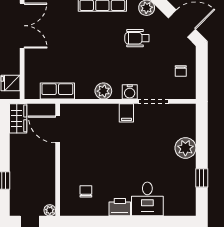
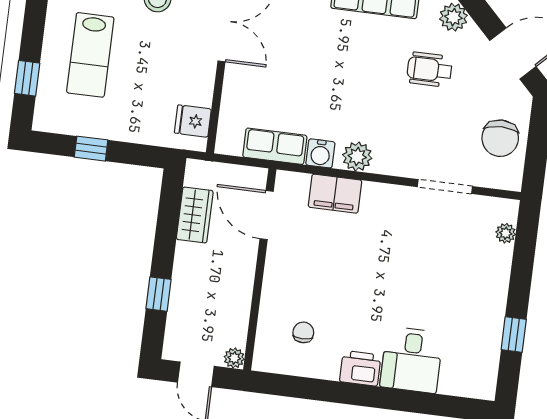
chair: (181, 71) -> (500, 138), width x1.87, depth x1.87
water cooler: (130, 92) -> (320, 153), moved
filing cabinet: (126, 113) -> (335, 194), moved, width x2.00
wardrobe: (18, 118) -> (195, 215), moved
plant: (185, 148) -> (506, 233), moved, width x0.53, depth x0.53

